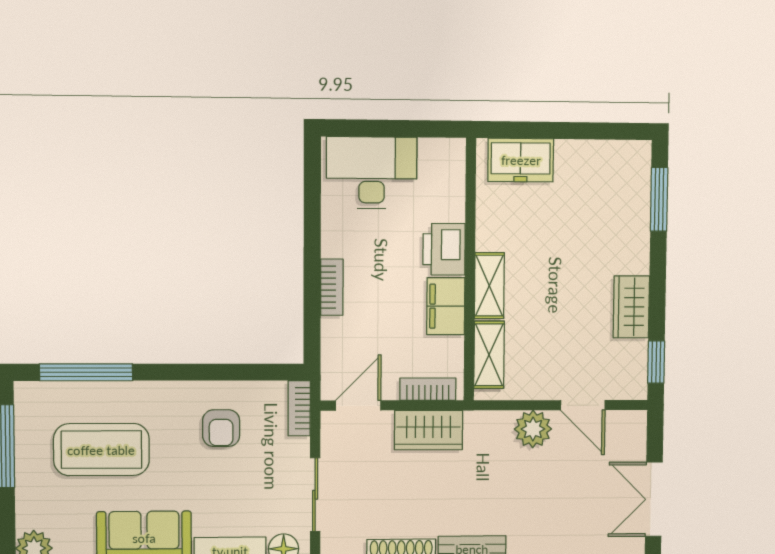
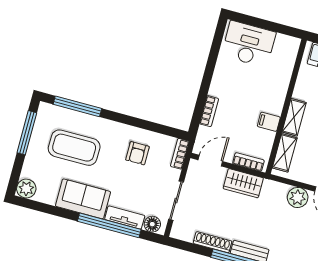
printer: (444, 249) -> (276, 92), removed
bookcase: (332, 287) -> (209, 111), moved
filing cabinet: (446, 306) -> (269, 122), width x0.50

